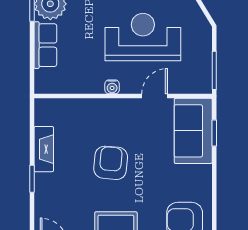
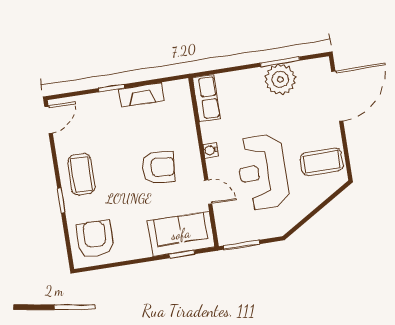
reception desk: (143, 37) -> (263, 172), turned 180
row of seats: (45, 45) -> (206, 98), moved, turned -90
armchair: (111, 163) -> (158, 167), moved

